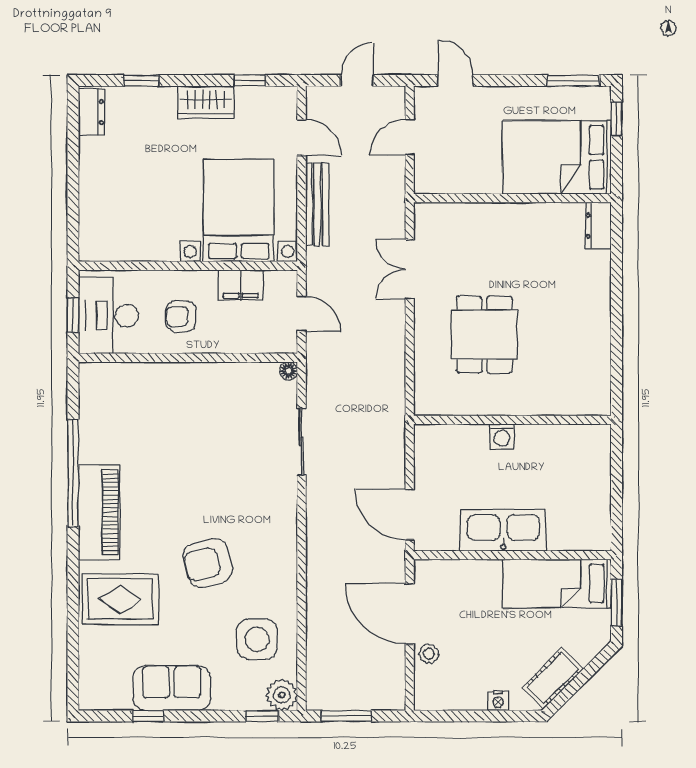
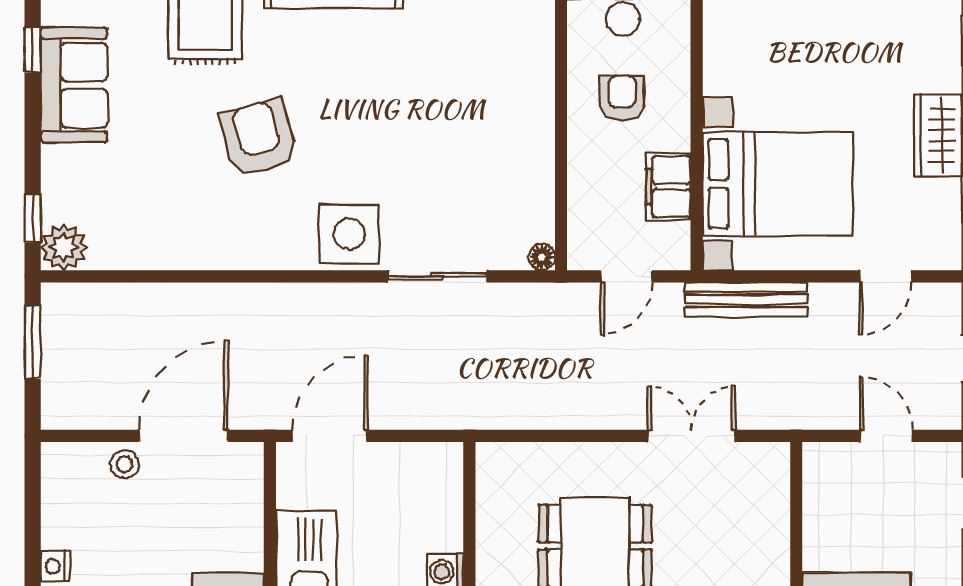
bench: (317, 204) -> (746, 299), moved
side table: (257, 639) -> (349, 234), moved

